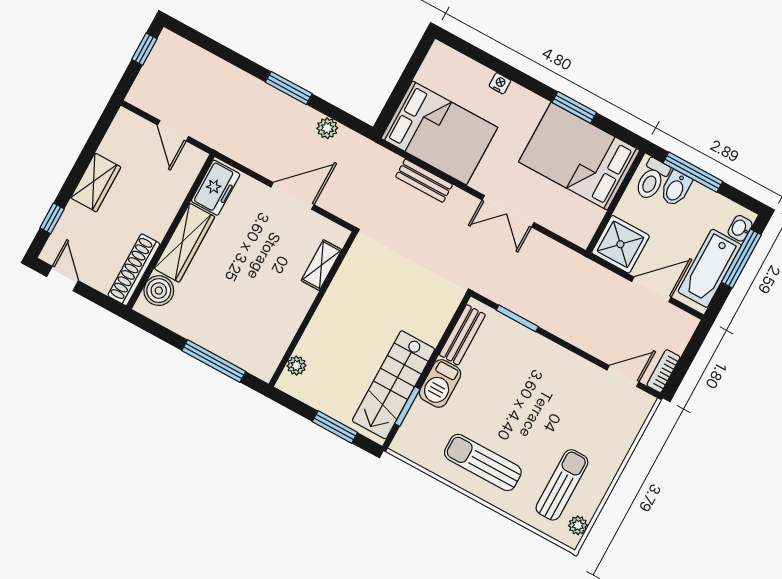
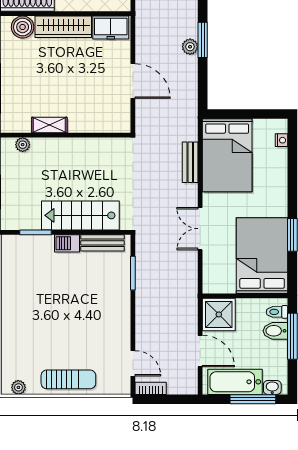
nightstand: (500, 83) -> (282, 140), moved
plant: (327, 128) -> (190, 47), moved
toilet: (652, 179) -> (277, 312), width x0.73, depth x0.72
shelving: (321, 265) -> (49, 125), moved
barbecue: (440, 383) -> (67, 243), width x0.73, depth x0.79
stairs: (393, 385) -> (80, 215), moved
sun lounger: (483, 462) -> (26, 302), removed
sun lounger: (562, 485) -> (68, 379), moved

